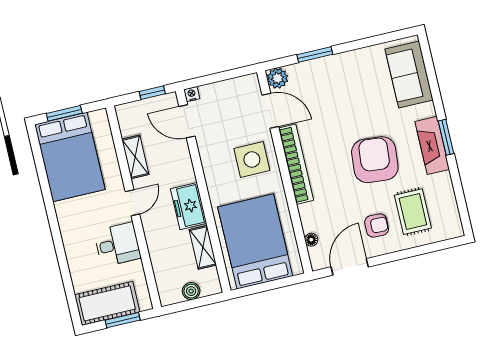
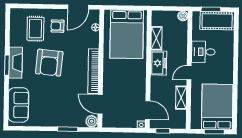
side table: (252, 159) -> (117, 80), removed
boiler: (191, 291) -> (183, 16), moved

